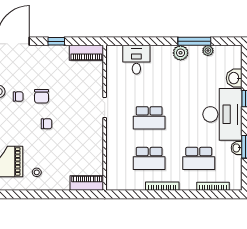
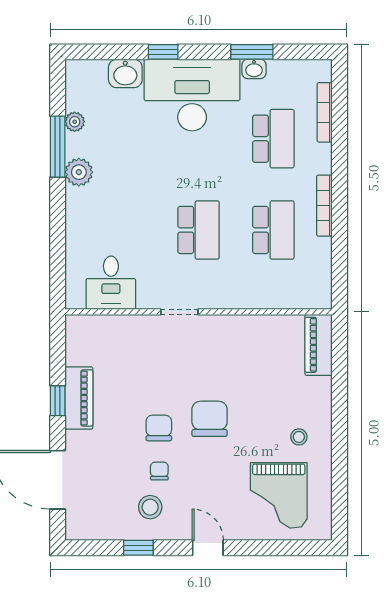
piano: (86, 53) -> (79, 398), moved
desk: (136, 60) -> (111, 283), moved, turned -90
chair: (42, 96) -> (159, 428), turned -90
chair: (47, 124) -> (210, 419), width x1.87, depth x1.87

